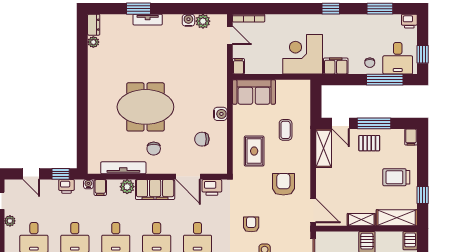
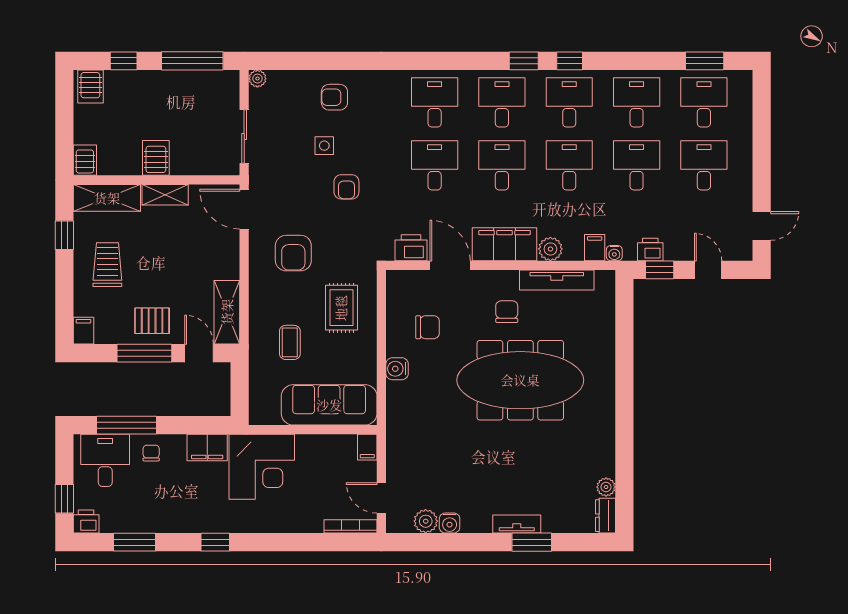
window: (423, 54) -> (64, 499), moved
sofa: (254, 92) -> (329, 405), width x1.36
meeting table: (145, 107) -> (520, 380), width x1.36
trolley: (396, 177) -> (107, 265), turned -90
plant: (10, 221) -> (743, 193), removed

